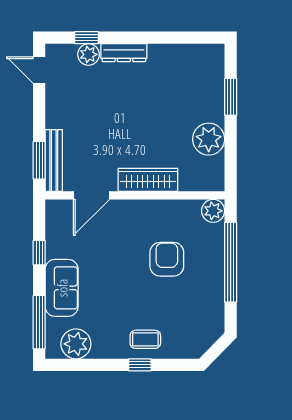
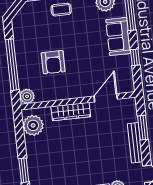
plant: (209, 139) -> (33, 125), moved
window: (39, 160) -> (143, 128), moved
bench: (54, 160) -> (135, 143), moved

